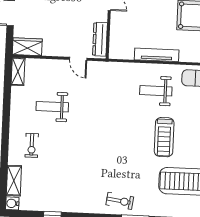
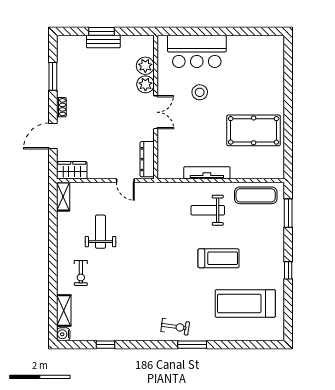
weight bench: (52, 107) -> (101, 232), turned 90
treadmill: (164, 137) -> (219, 258), turned -90

